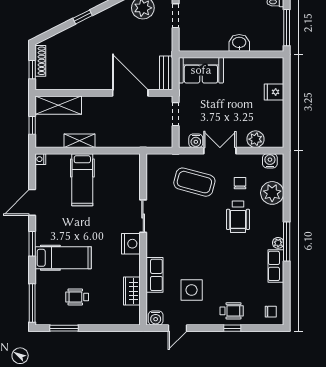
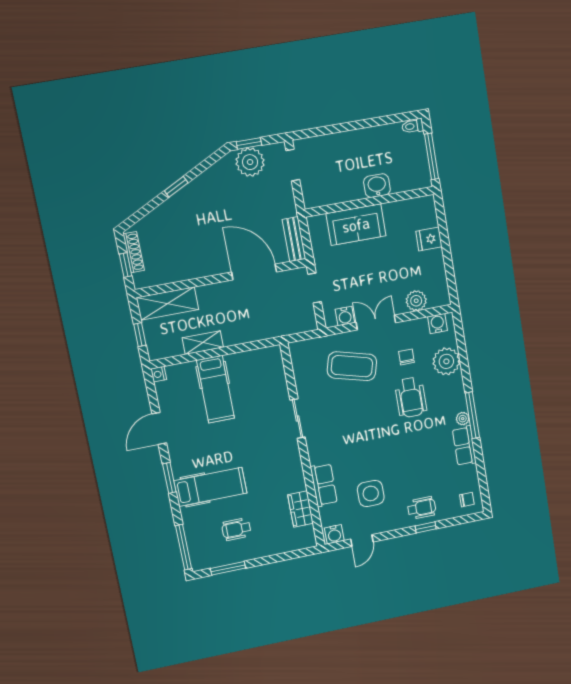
sofa: (201, 70) -> (356, 225), moved
nightstand: (131, 244) -> (289, 454), removed

